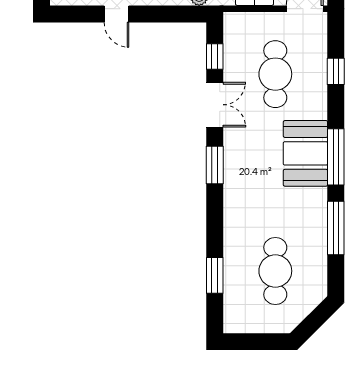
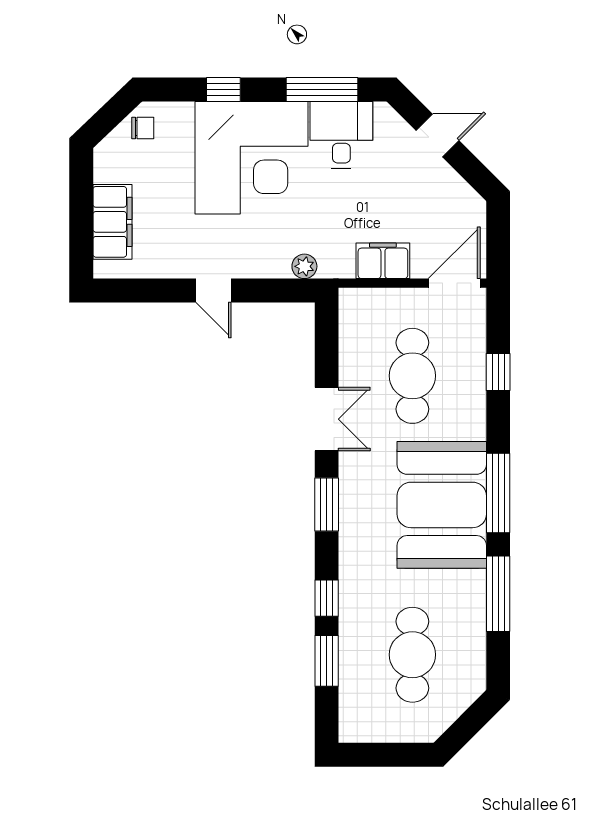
door: (116, 14) -> (213, 291), moved
window: (215, 56) -> (327, 598), moved
booth: (305, 153) -> (442, 505), width x1.36, depth x1.42

